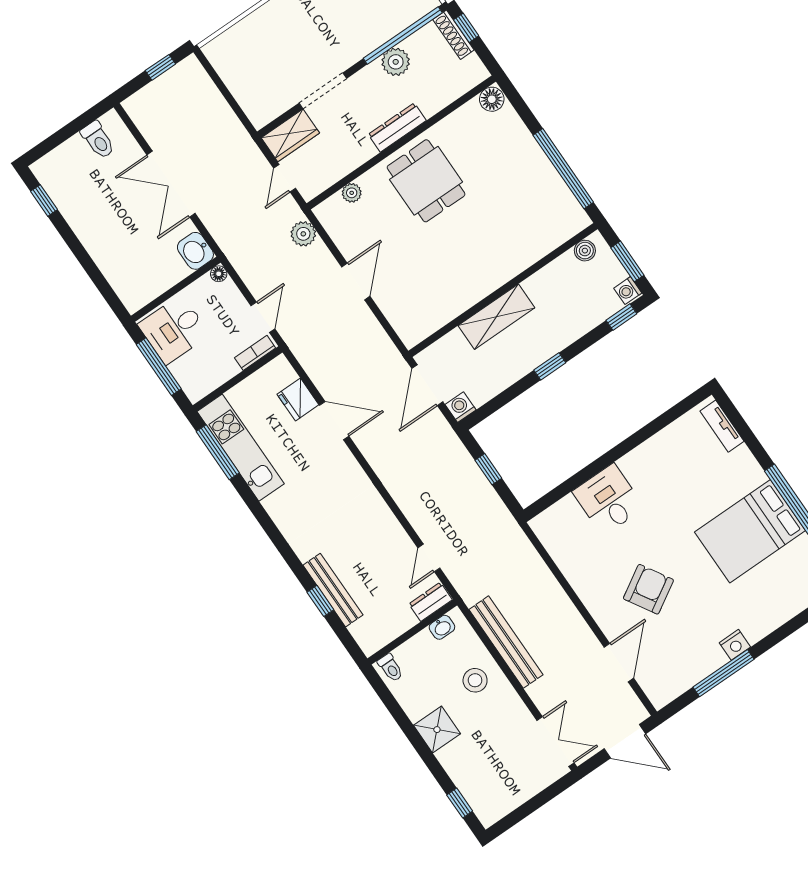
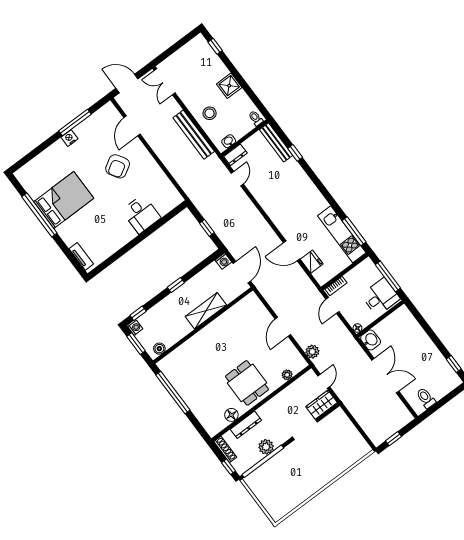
shoe rack: (453, 35) -> (225, 449), moved
floor lamp: (492, 99) -> (231, 415), moved
dresser: (397, 127) -> (246, 425), moved
bench: (333, 590) -> (276, 142), moved

